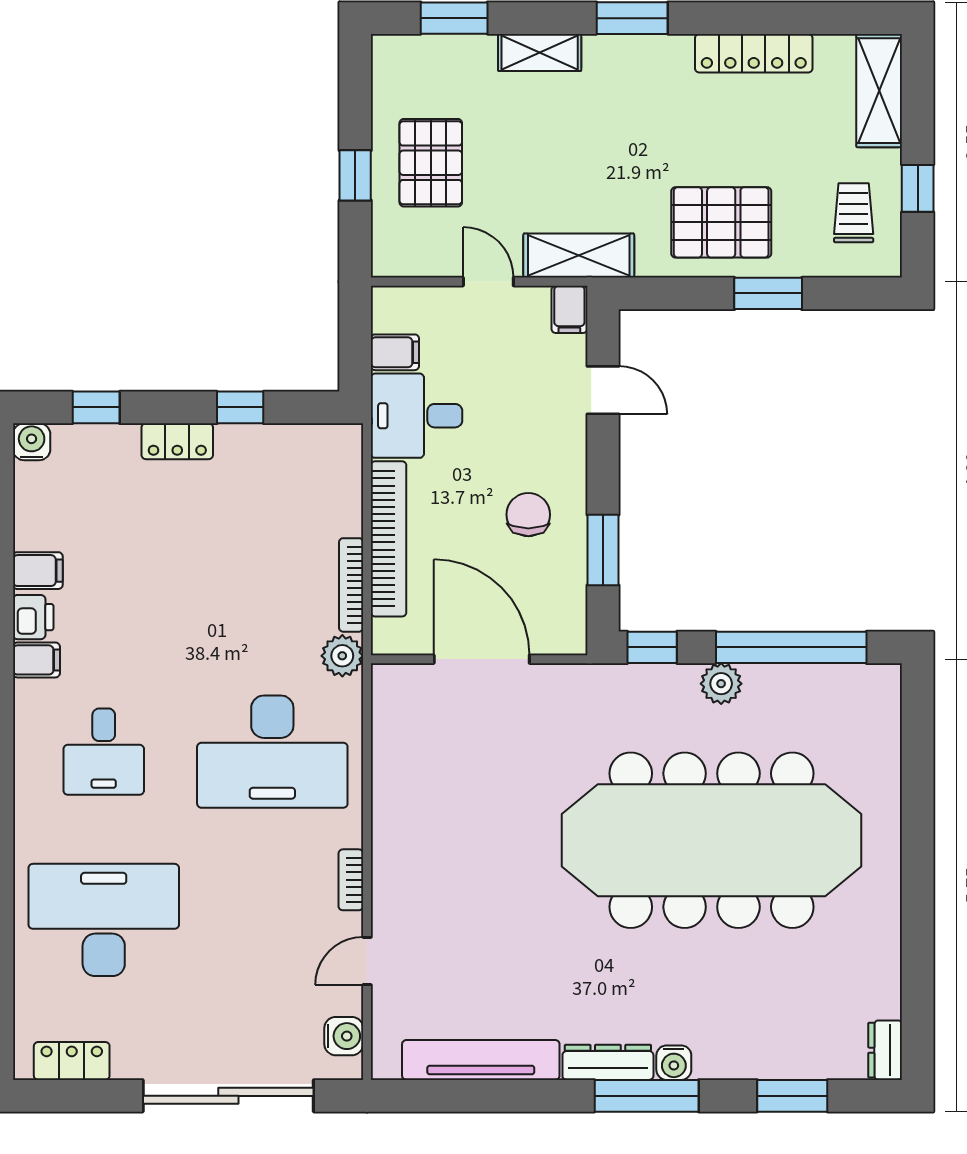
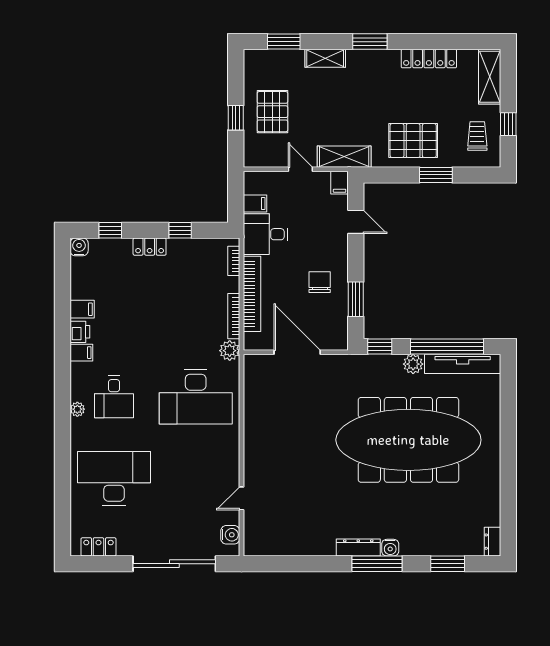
plant: (28, 777) -> (77, 409), added
bookcase: (351, 880) -> (234, 261), moved
tv unit: (481, 1060) -> (463, 364), moved, turned 180

